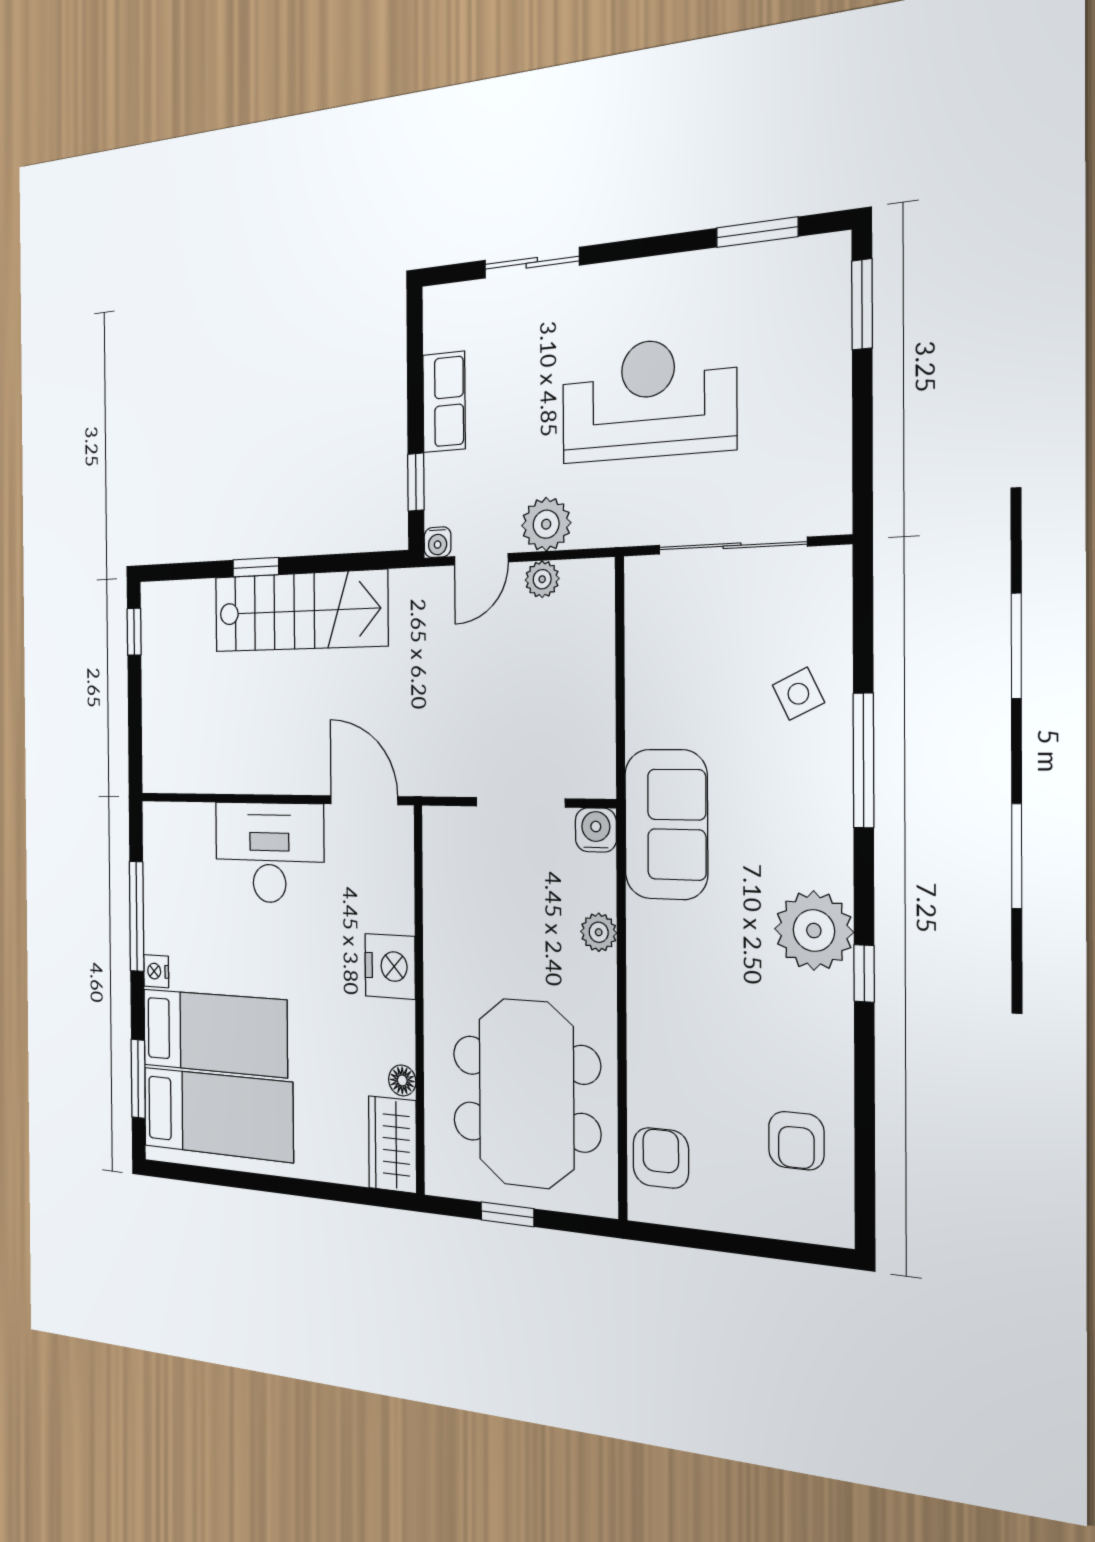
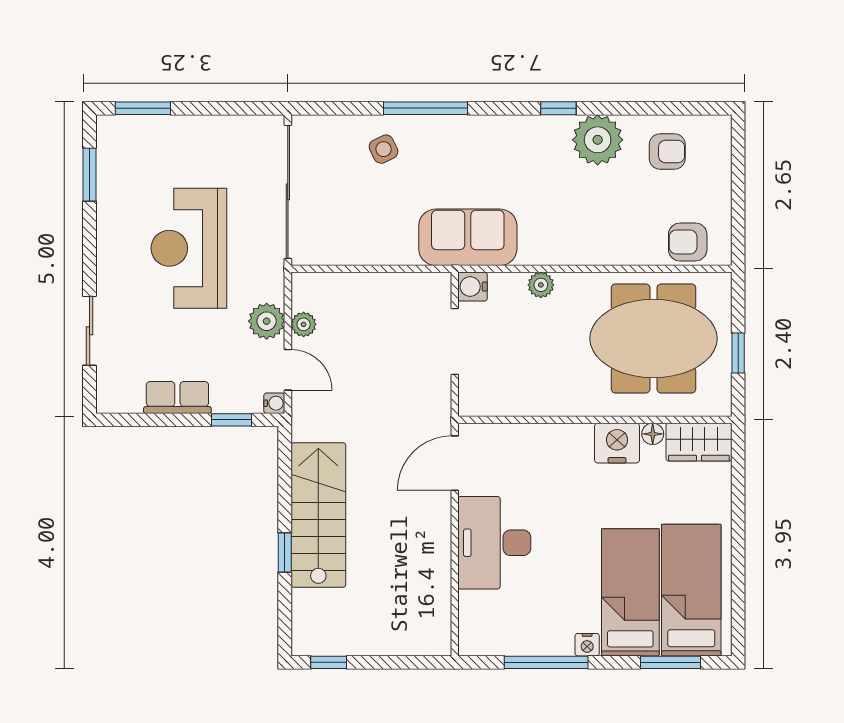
sliding door: (732, 546) -> (288, 192), width x1.36
plant: (814, 931) -> (598, 140), moved
nightstand: (390, 966) -> (617, 443), moved

